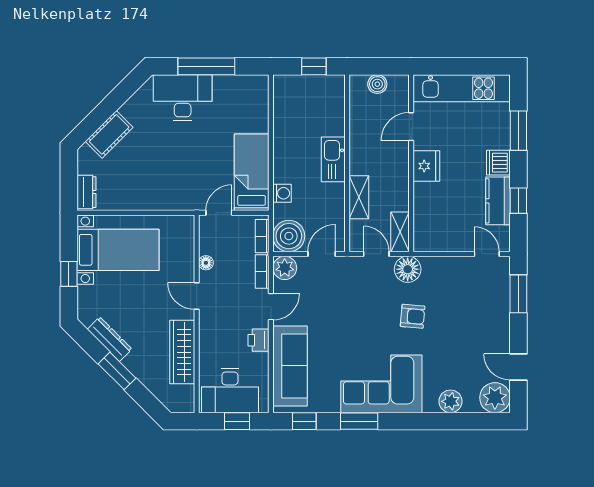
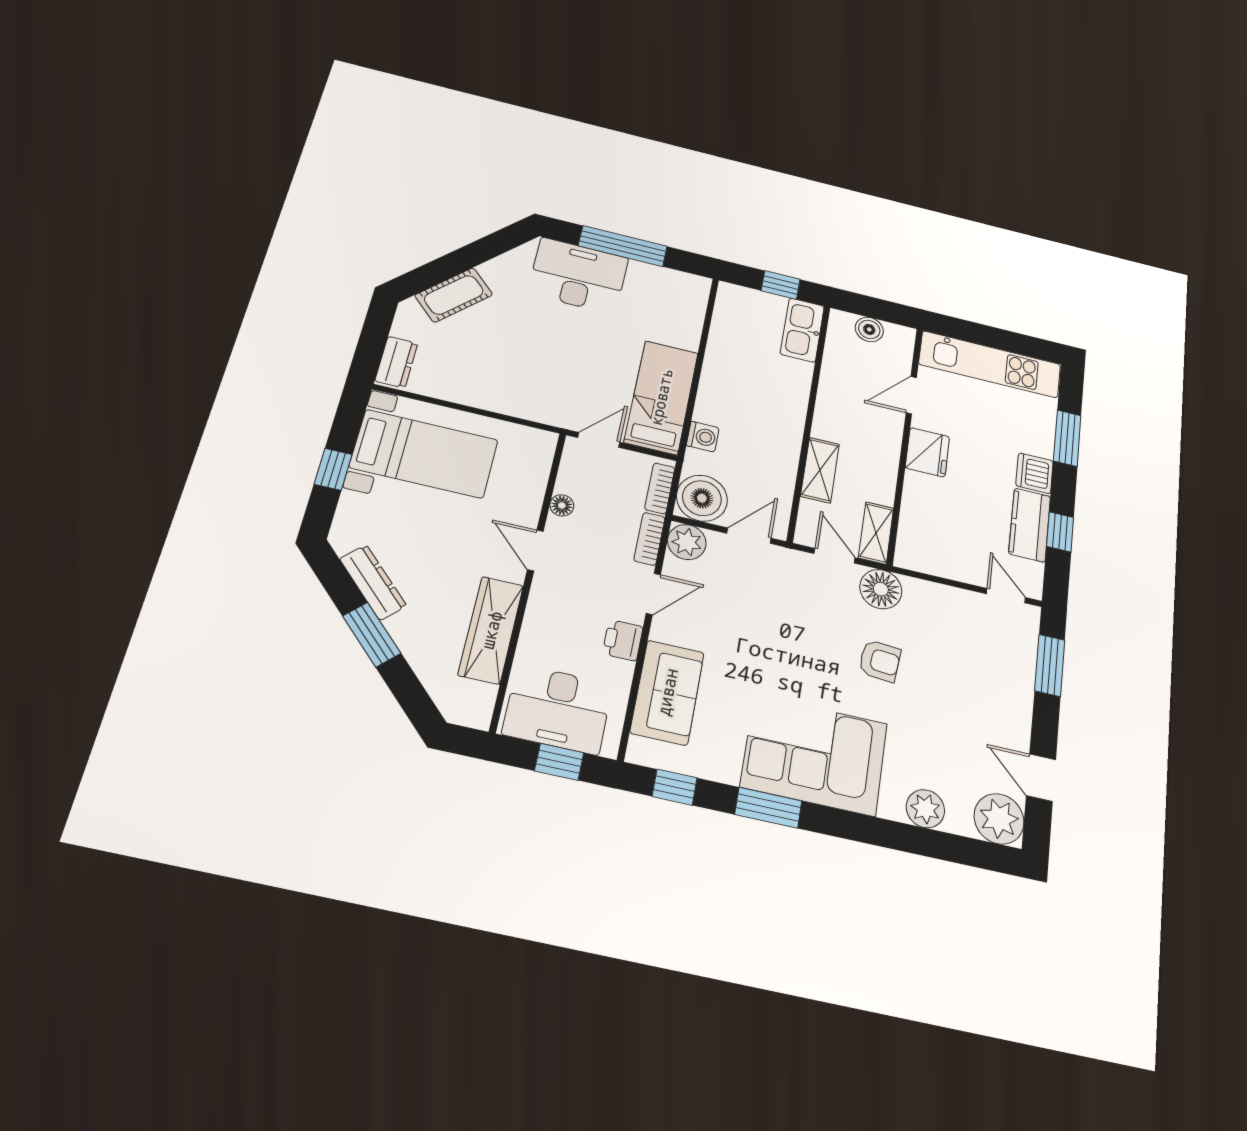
kitchen sink: (333, 159) -> (802, 330), moved
sofa: (290, 366) -> (667, 692), width x0.73

